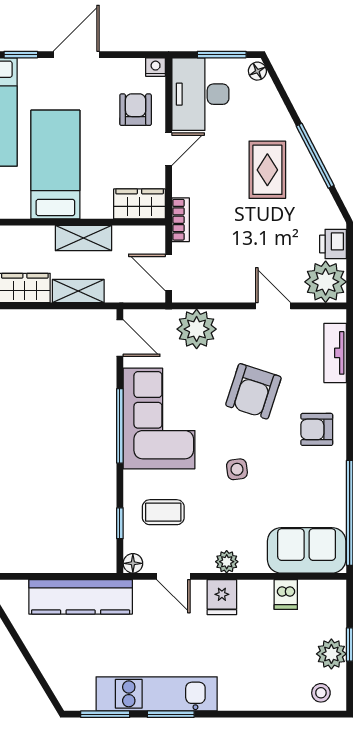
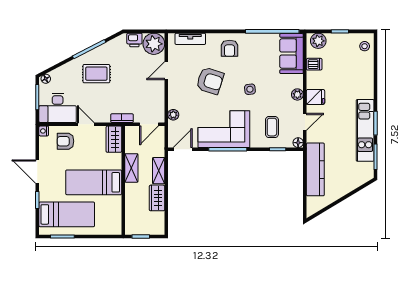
plant: (197, 329) -> (173, 115), width x0.53, depth x0.53
plant: (331, 654) -> (318, 41), moved

